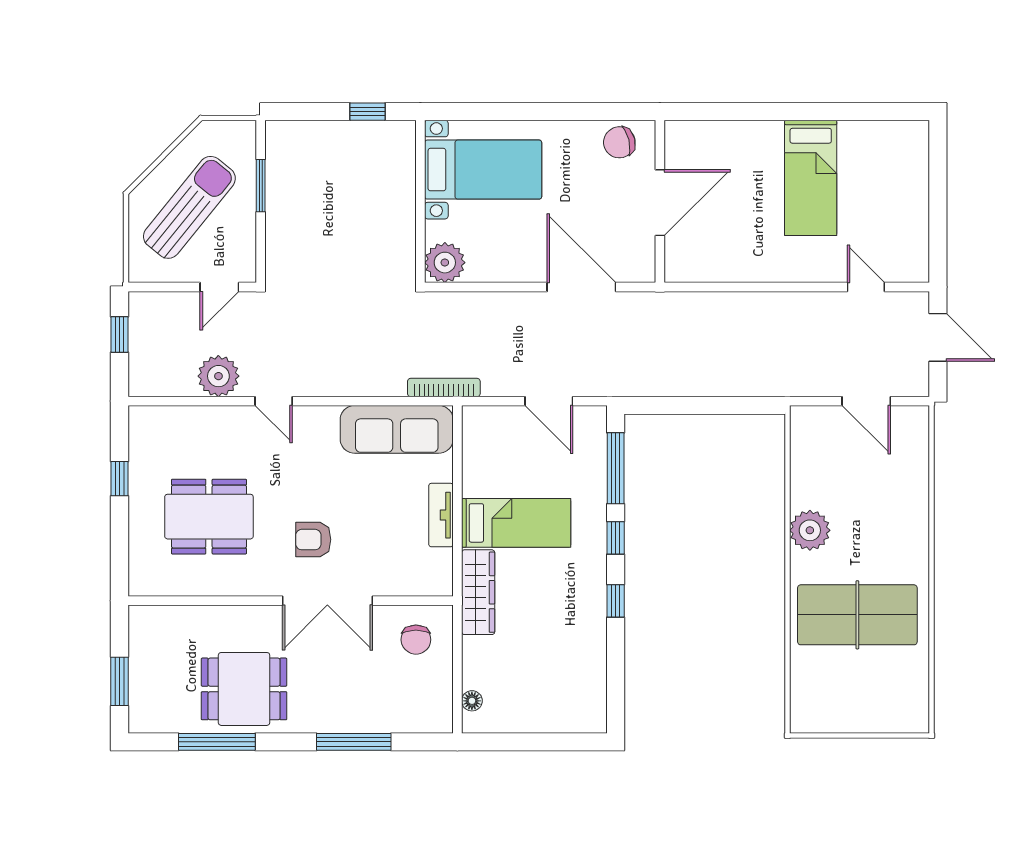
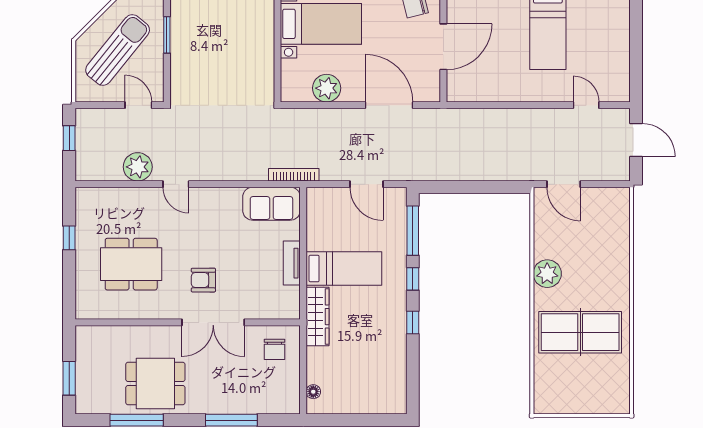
plant: (445, 263) -> (327, 88), moved
door: (219, 287) -> (138, 105), swing flipped
door: (866, 401) -> (564, 184), moved
sofa: (397, 429) -> (271, 204), width x0.73

